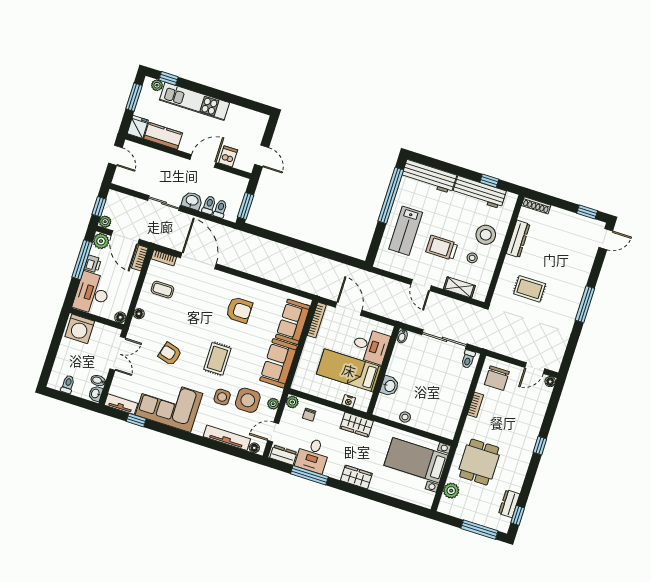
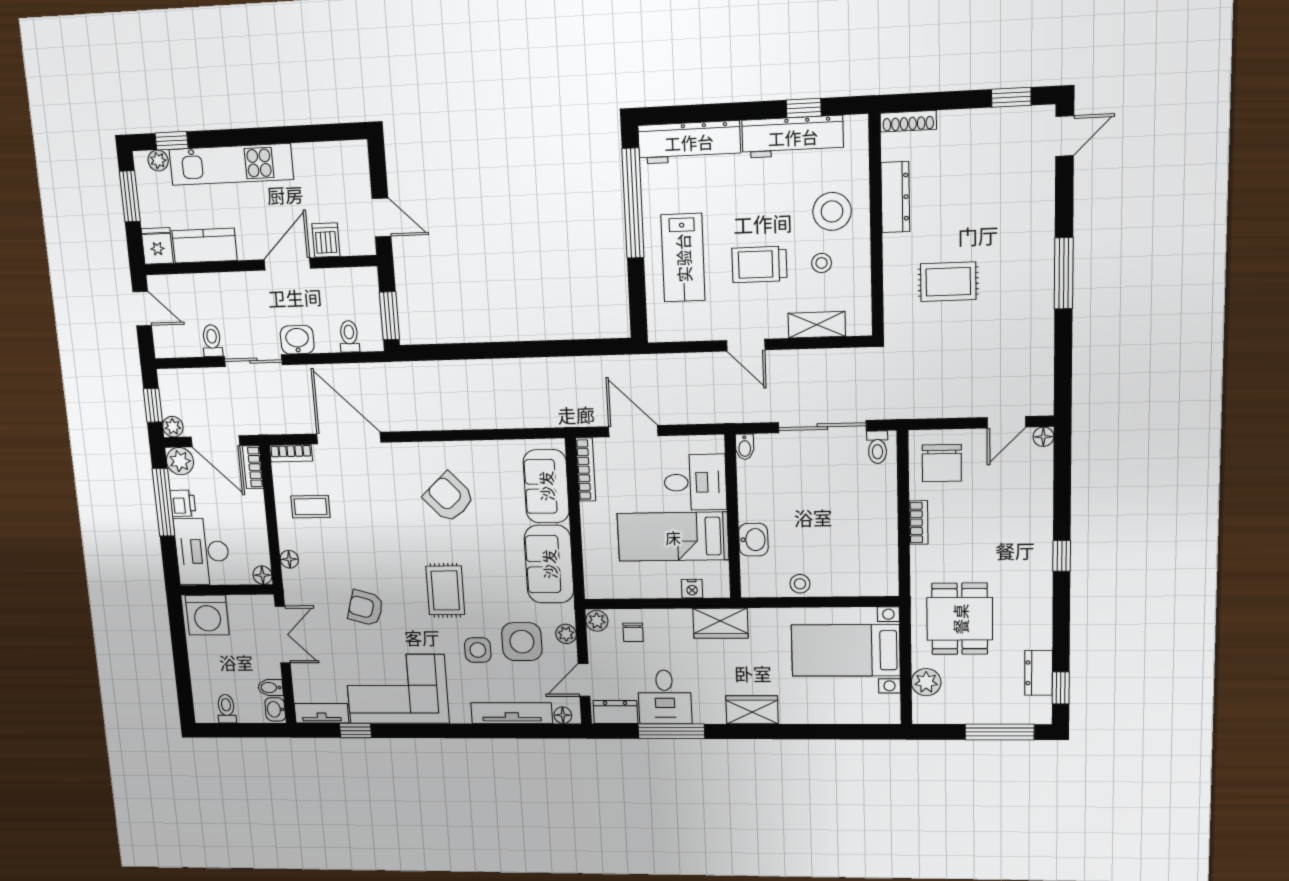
toilet: (209, 205) -> (212, 341), moved
armchair: (239, 310) -> (449, 497), turned -133

